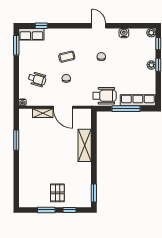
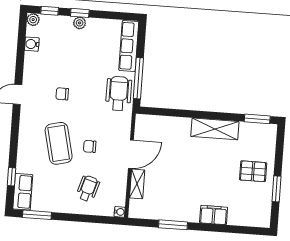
water cooler: (124, 33) -> (32, 44), moved
coffee table: (67, 57) -> (59, 143), width x1.86, depth x1.72
window: (126, 109) -> (138, 78), moved
shelving: (85, 145) -> (215, 129), moved
filing cabinet: (25, 168) -> (214, 215), added
window: (69, 210) -> (279, 156), removed

